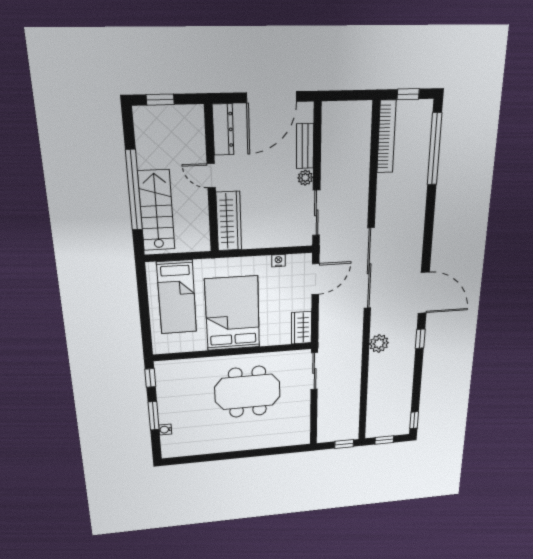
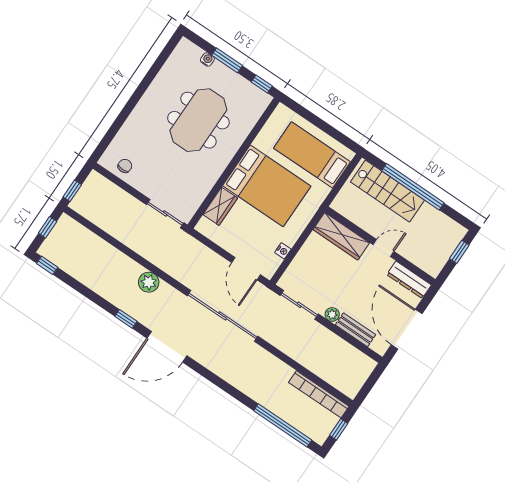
wardrobe: (302, 328) -> (220, 206), moved, turned 90
meeting table: (248, 392) -> (198, 120), moved
chair: (298, 424) -> (125, 166), added

